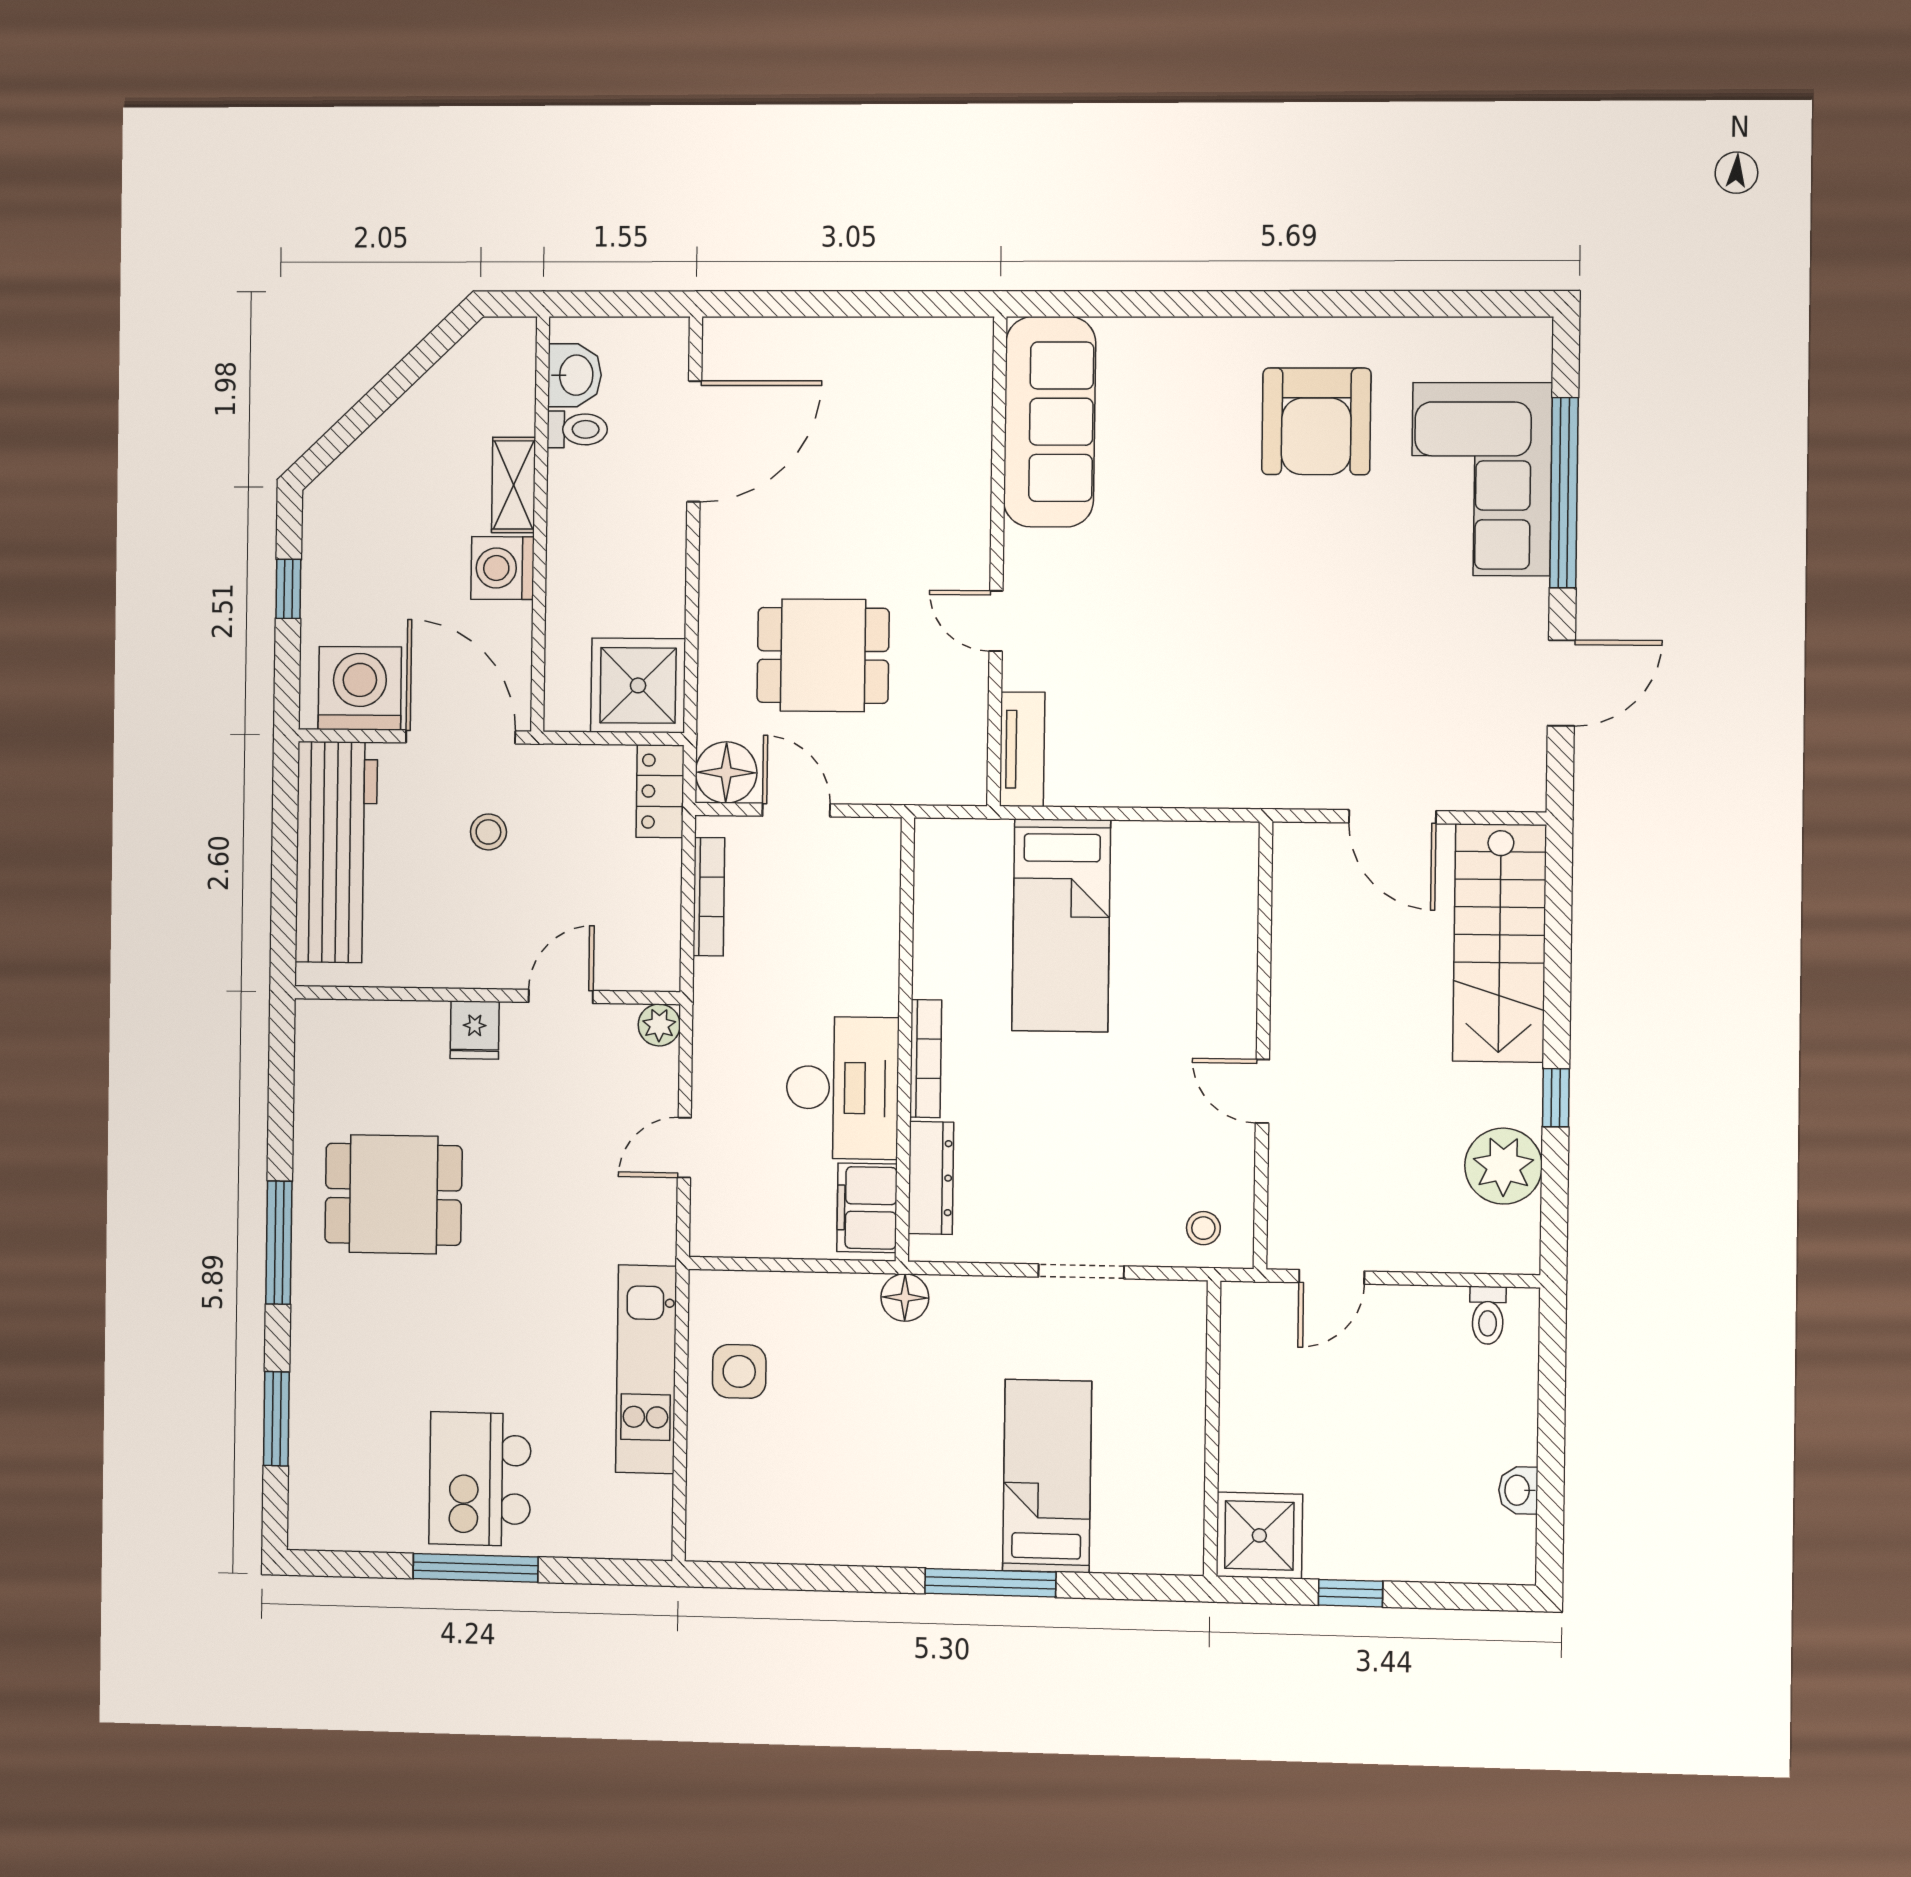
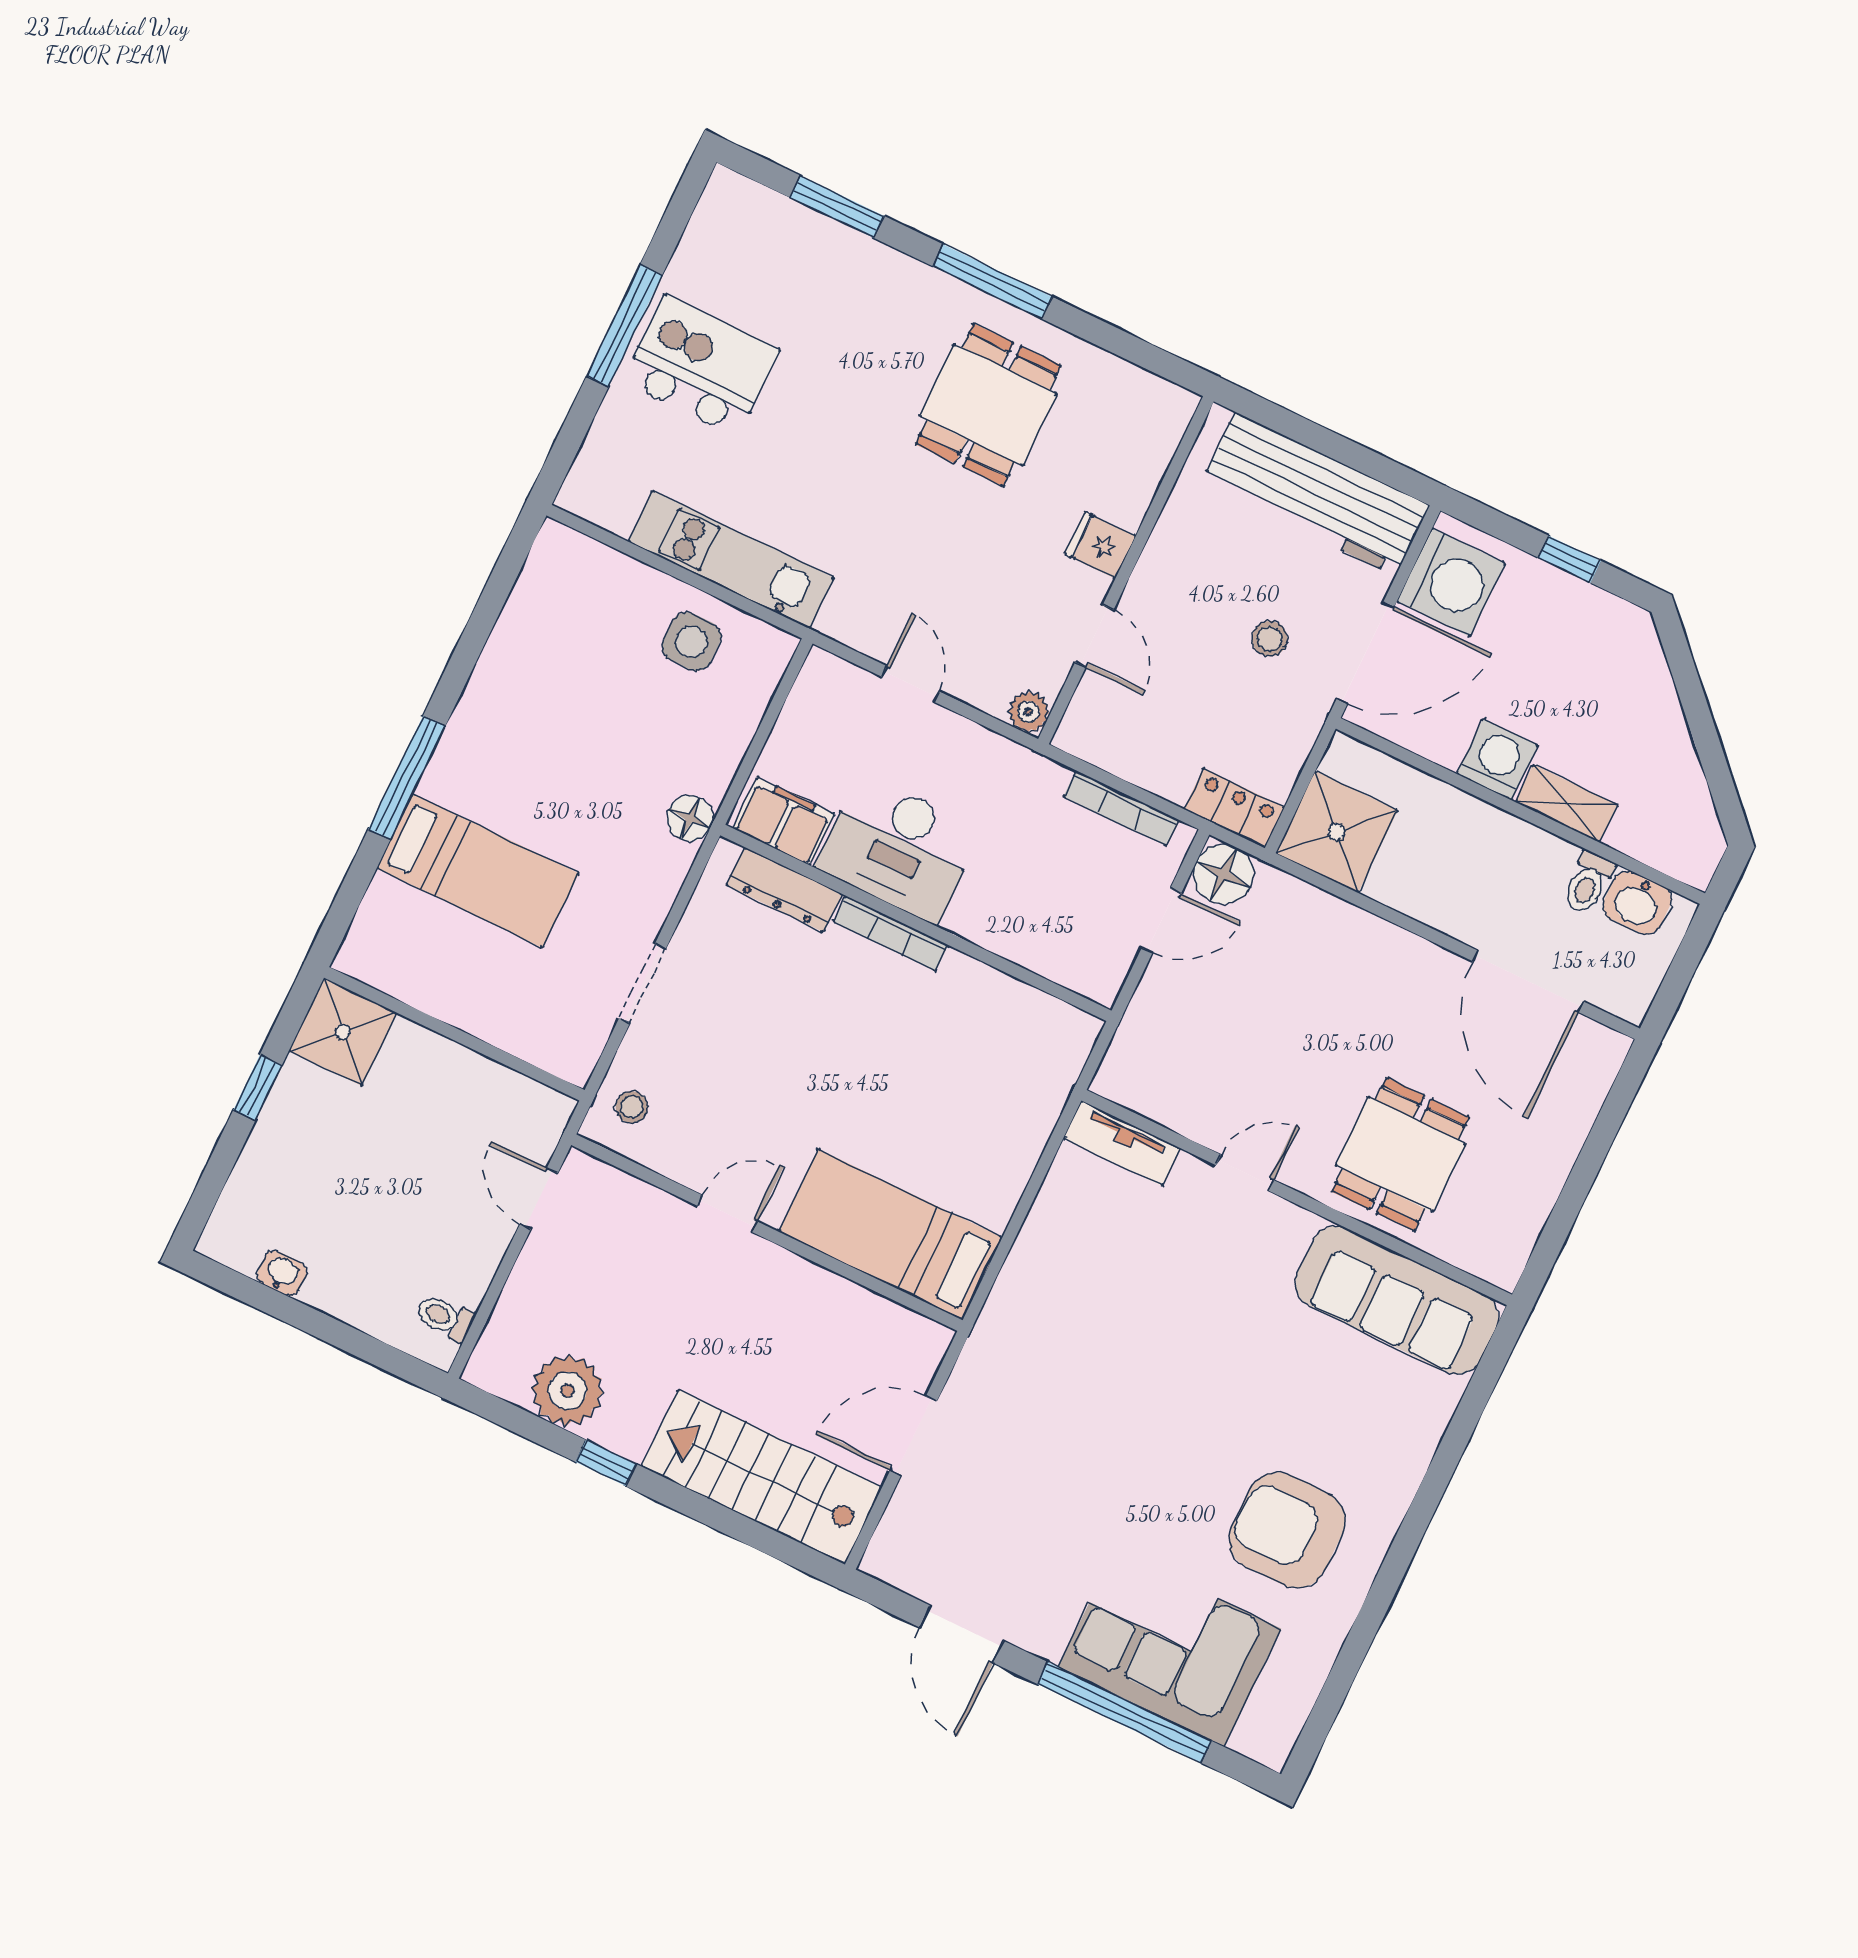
dining table: (823, 655) -> (1400, 1154), moved
bed: (1061, 925) -> (890, 1235), moved

